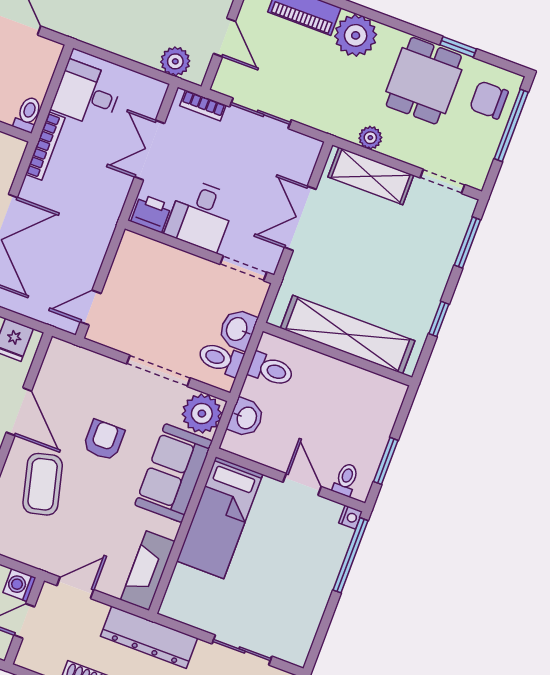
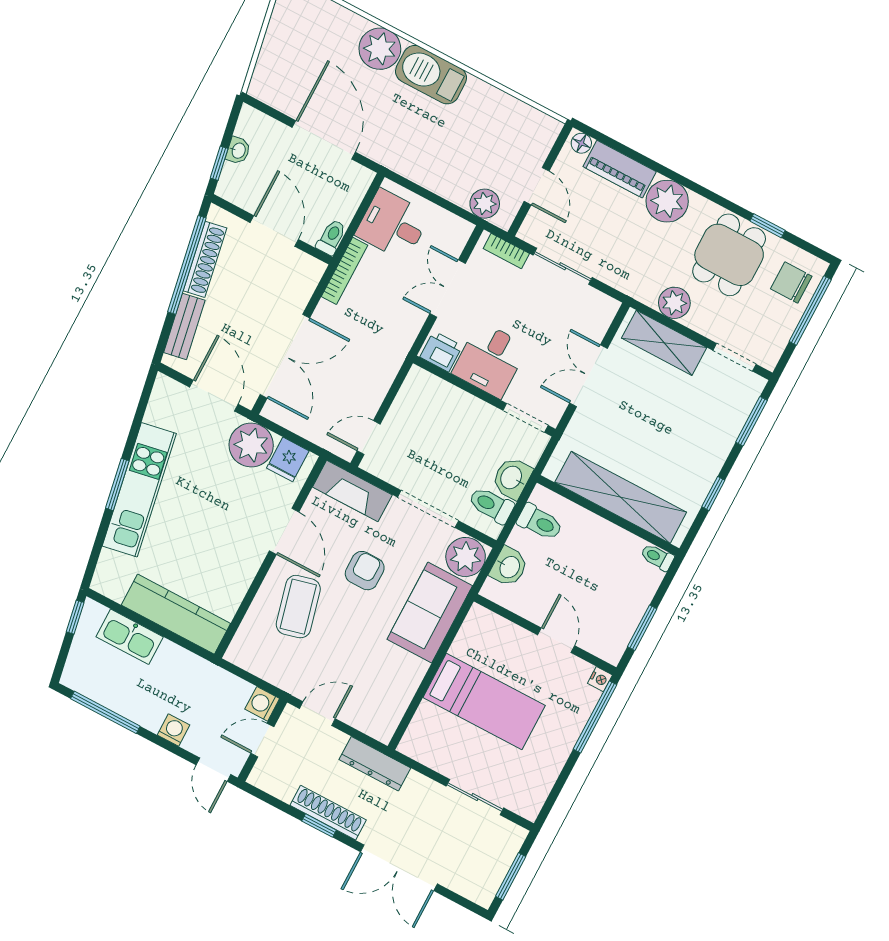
plant: (370, 138) -> (674, 303), width x1.38, depth x1.38
toilet: (346, 480) -> (657, 557), moved, turned -90
bed: (220, 518) -> (484, 701), moved, turned -90
fireplace: (148, 571) -> (352, 491), moved, turned -90
dresser: (149, 637) -> (375, 764), width x0.73, depth x0.80

